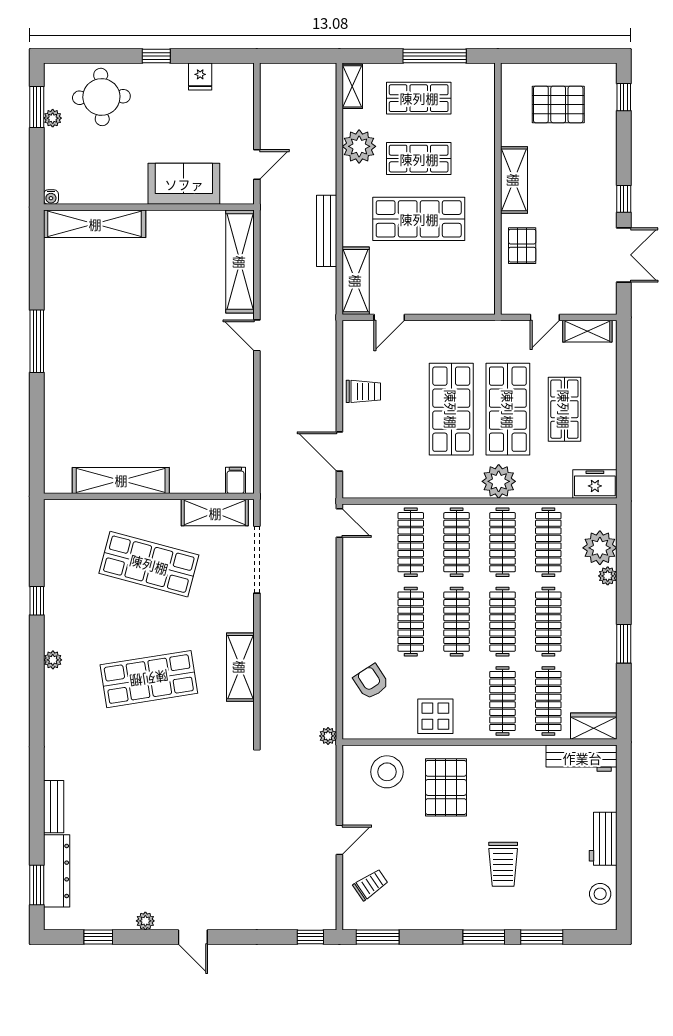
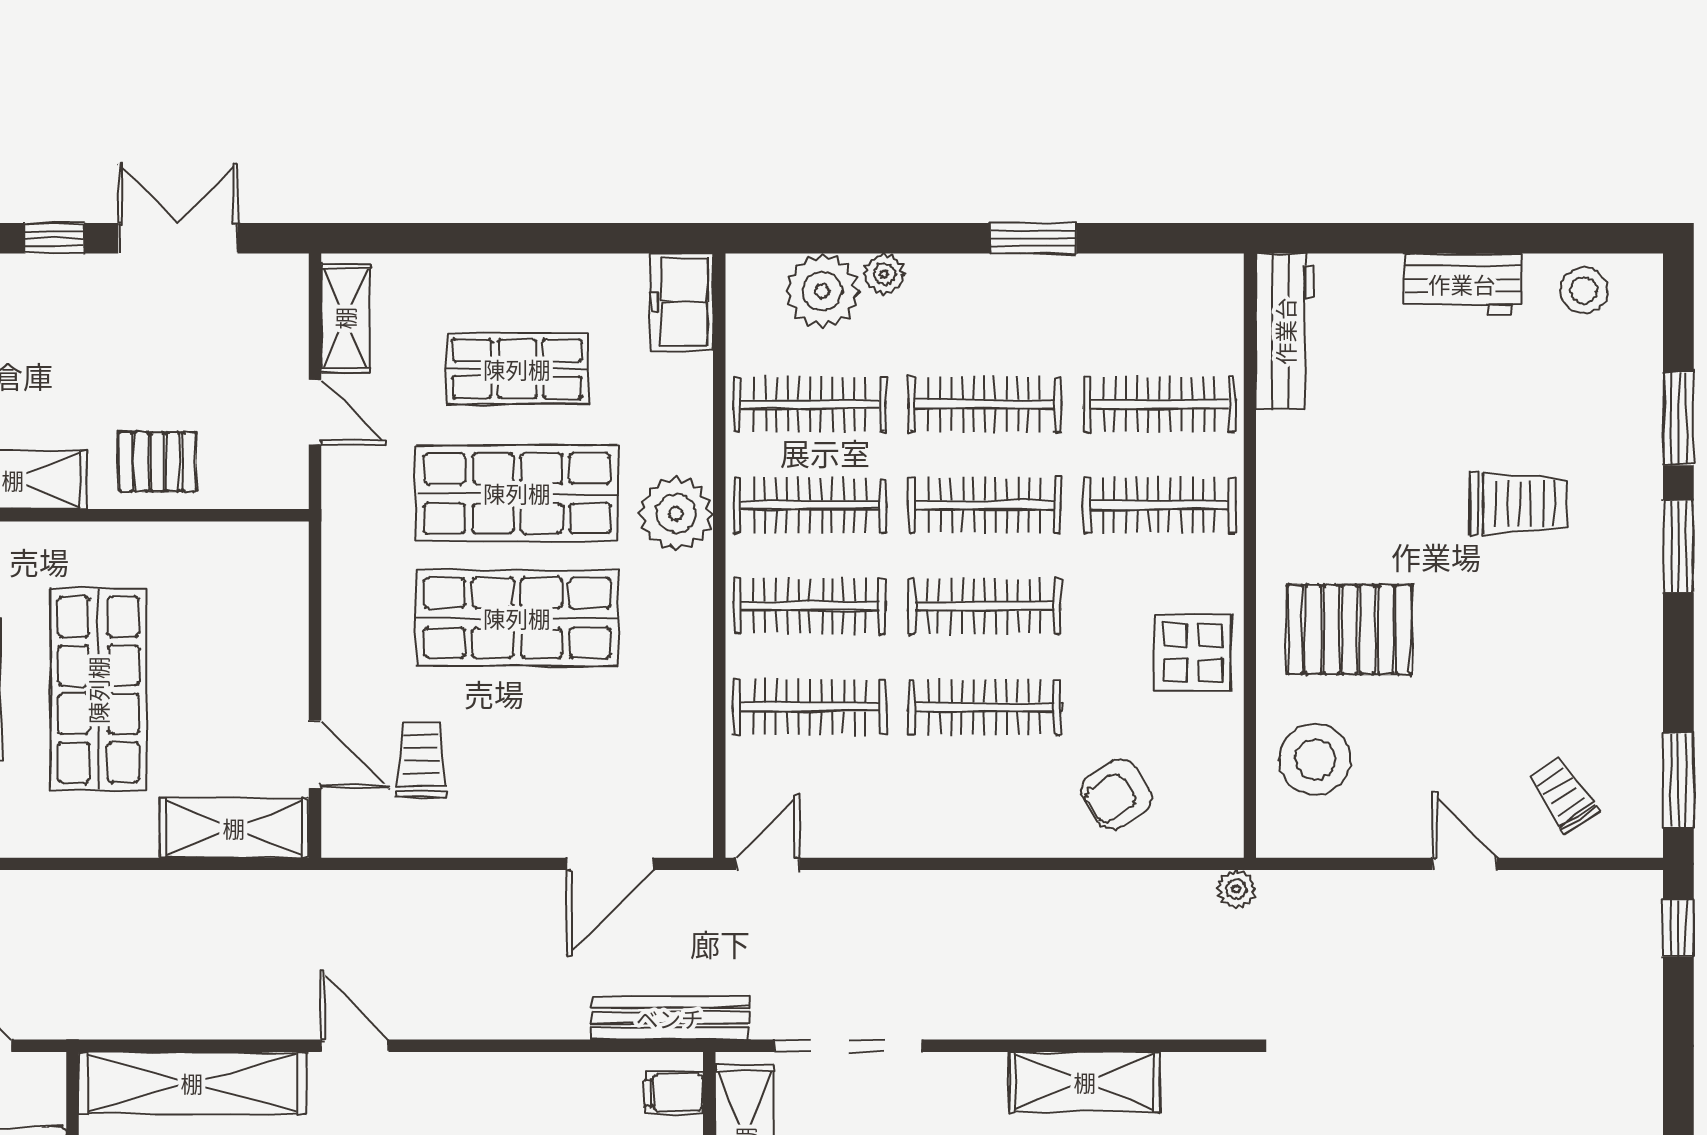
bench: (327, 231) -> (670, 1018), moved
door: (257, 335) -> (355, 1046), swing flipped
trolley: (363, 391) -> (421, 760), moved
wardrobe: (594, 726) -> (1215, 305), removed

